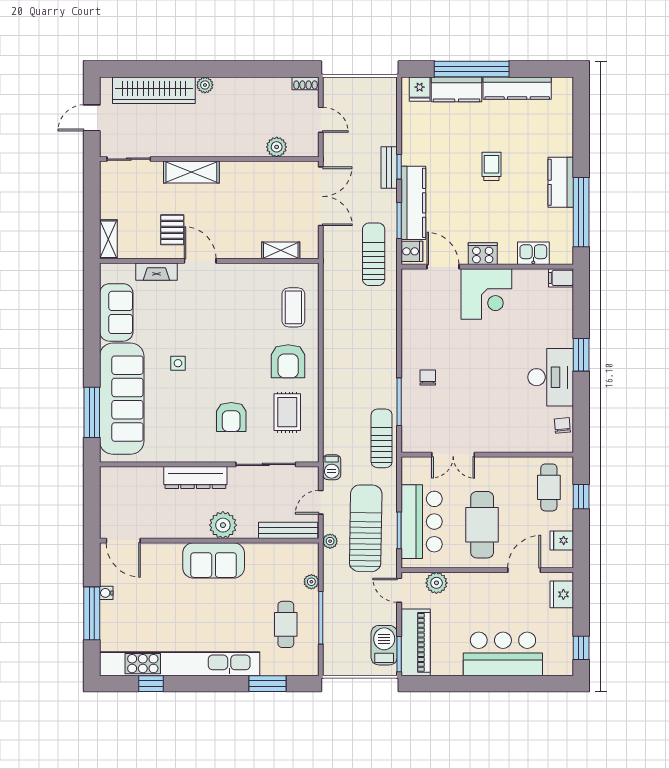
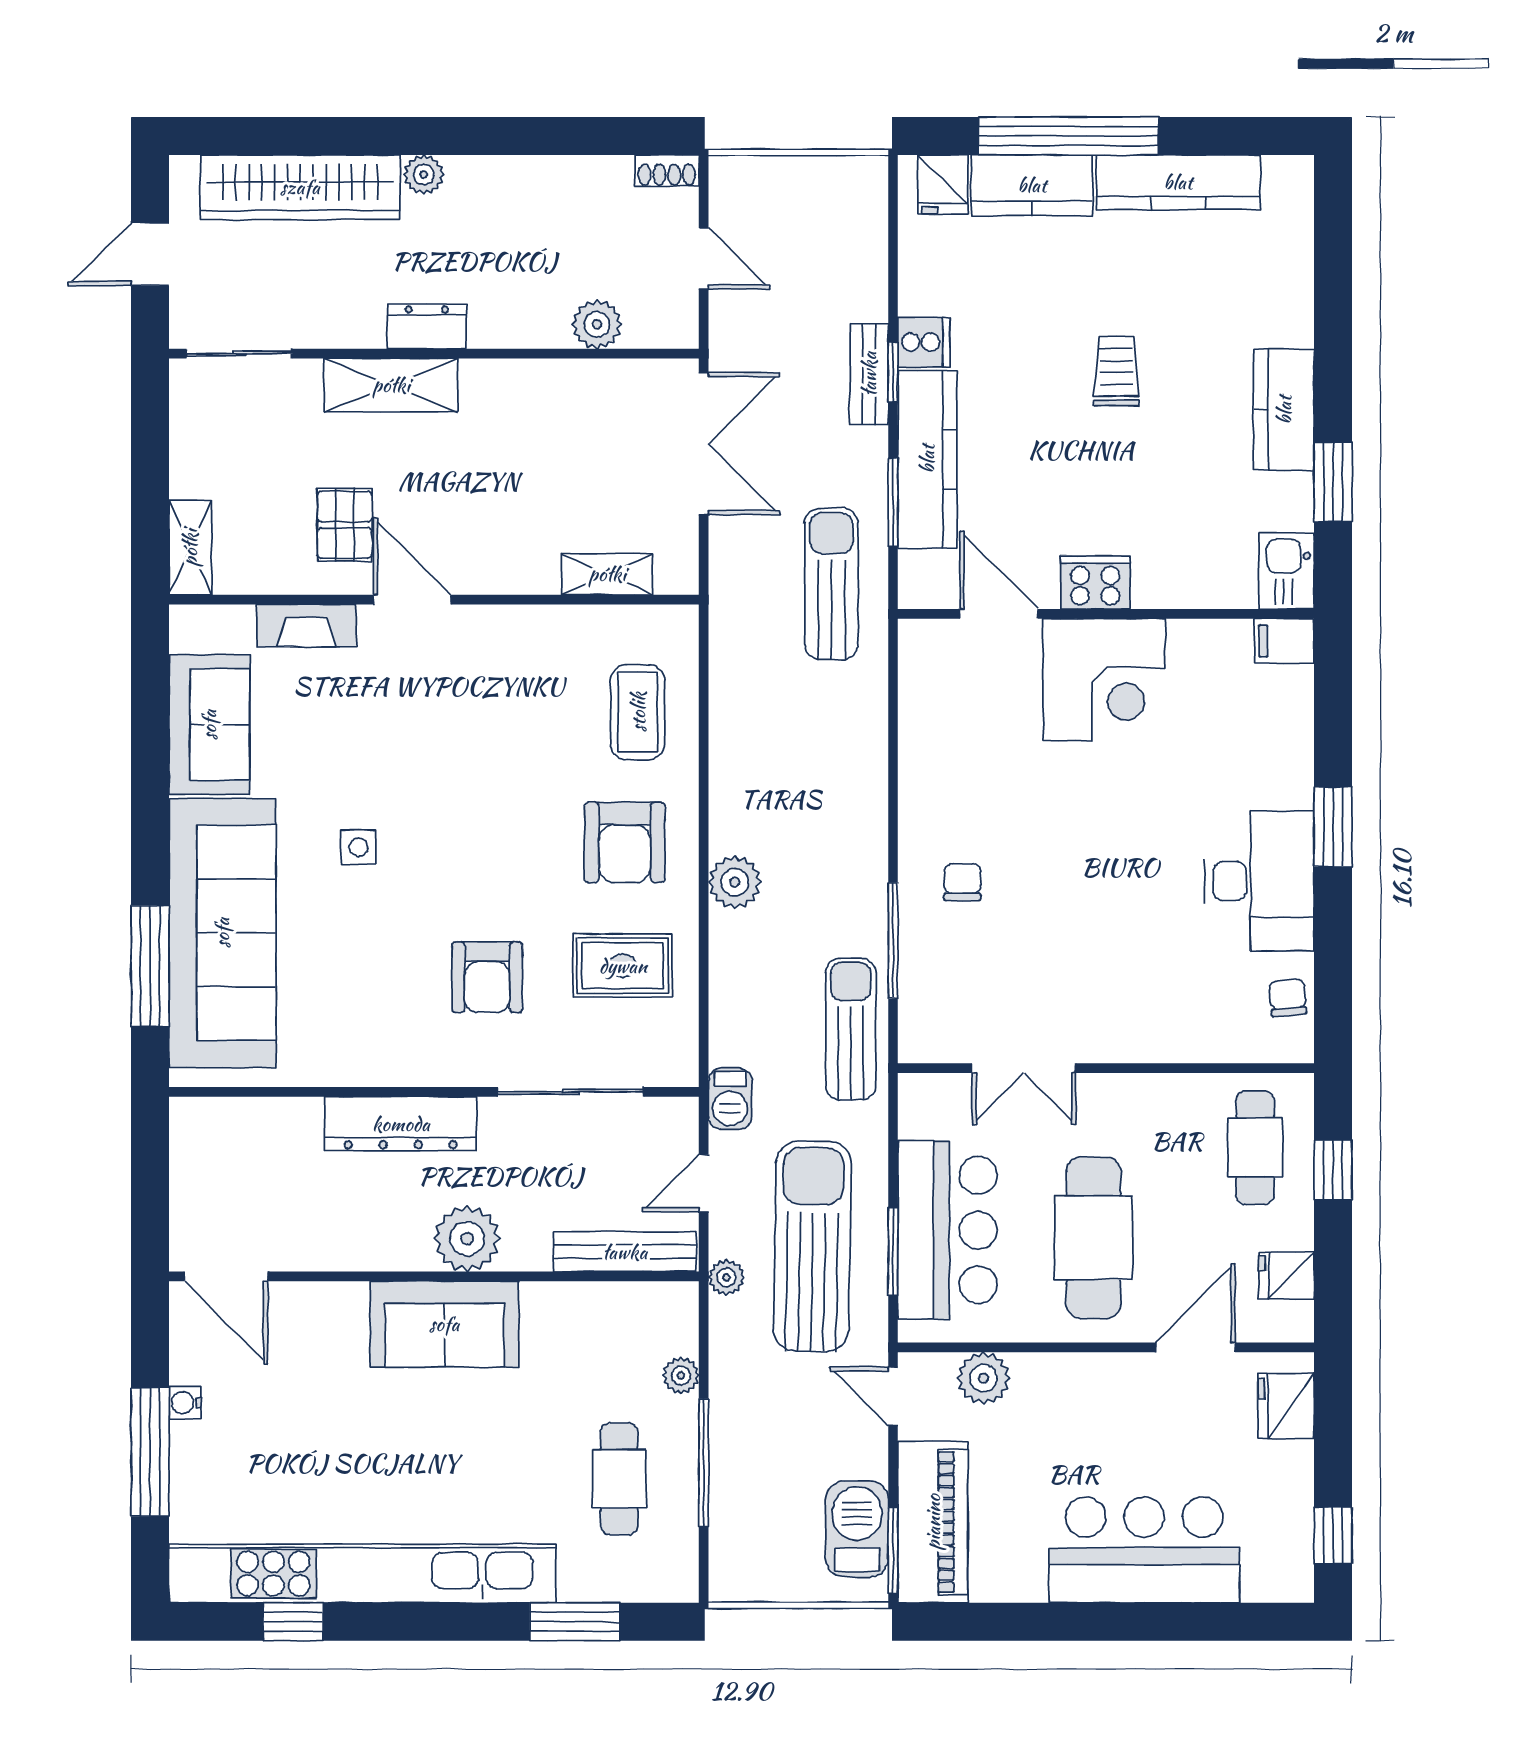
dresser: (206, 148) -> (427, 327), added
window: (581, 212) -> (1333, 482), width x0.47
cooker: (412, 251) -> (924, 342), moved
kitchen sink: (533, 253) -> (1287, 571), moved, turned -90
plant: (334, 378) -> (735, 882), added
rug: (287, 412) -> (623, 966), turned 90

